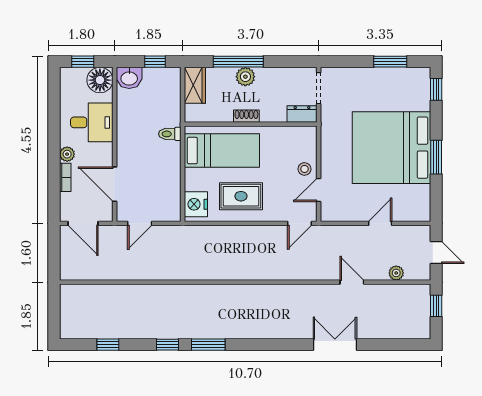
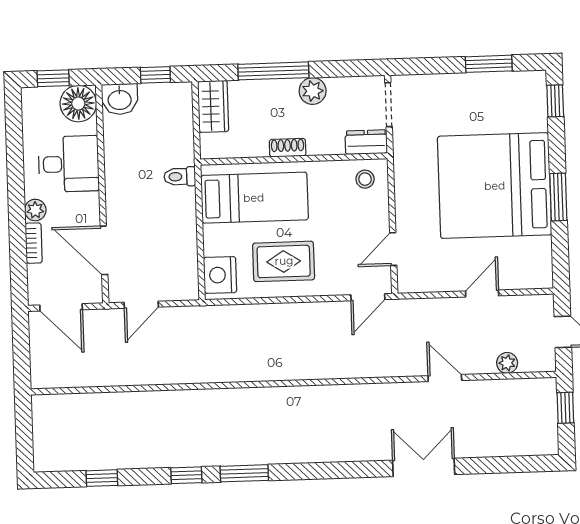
plant: (245, 77) -> (313, 91), moved
stool: (305, 169) -> (365, 179), moved

